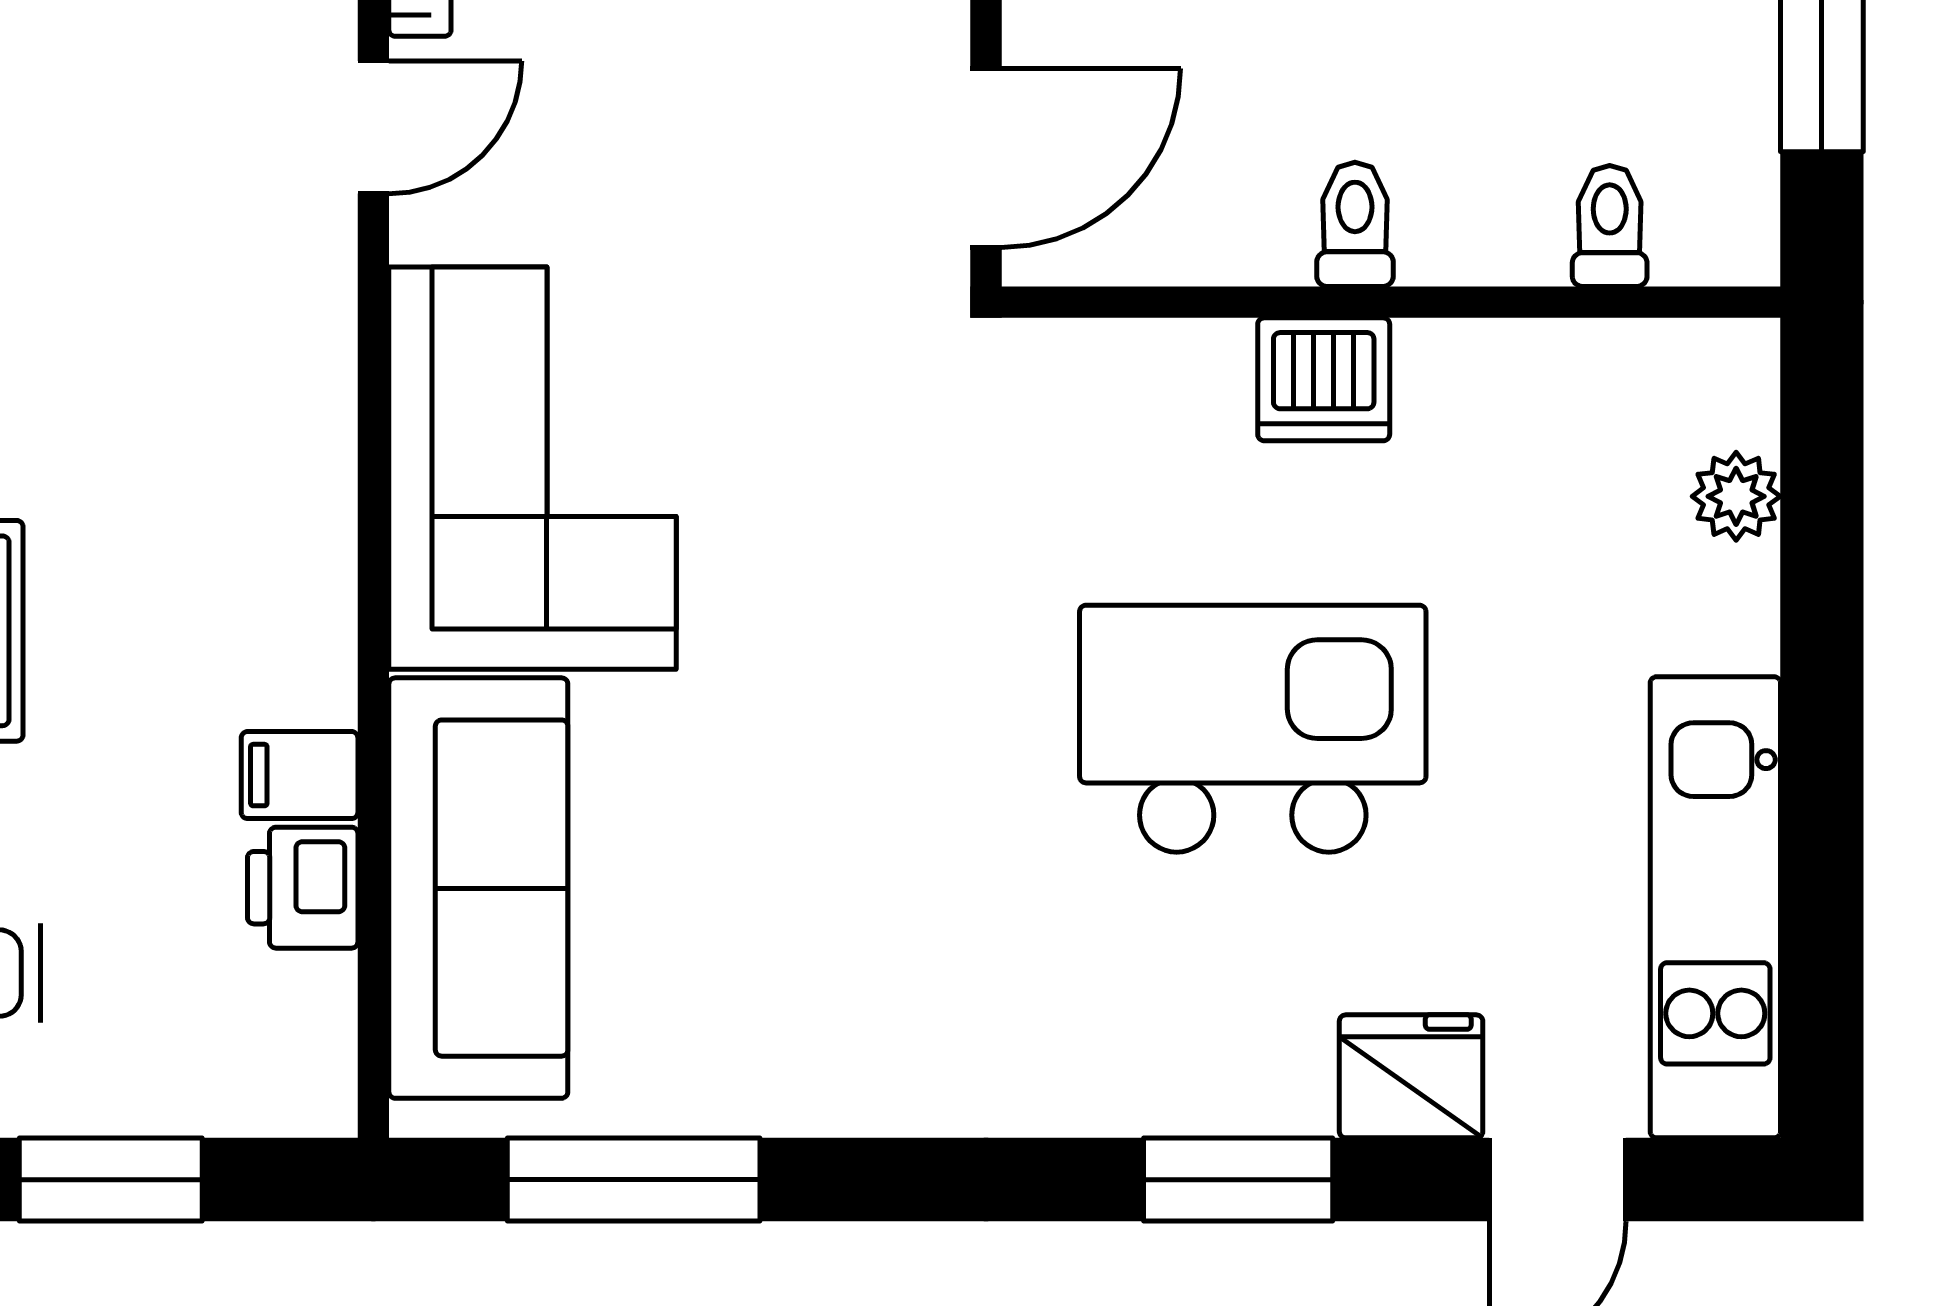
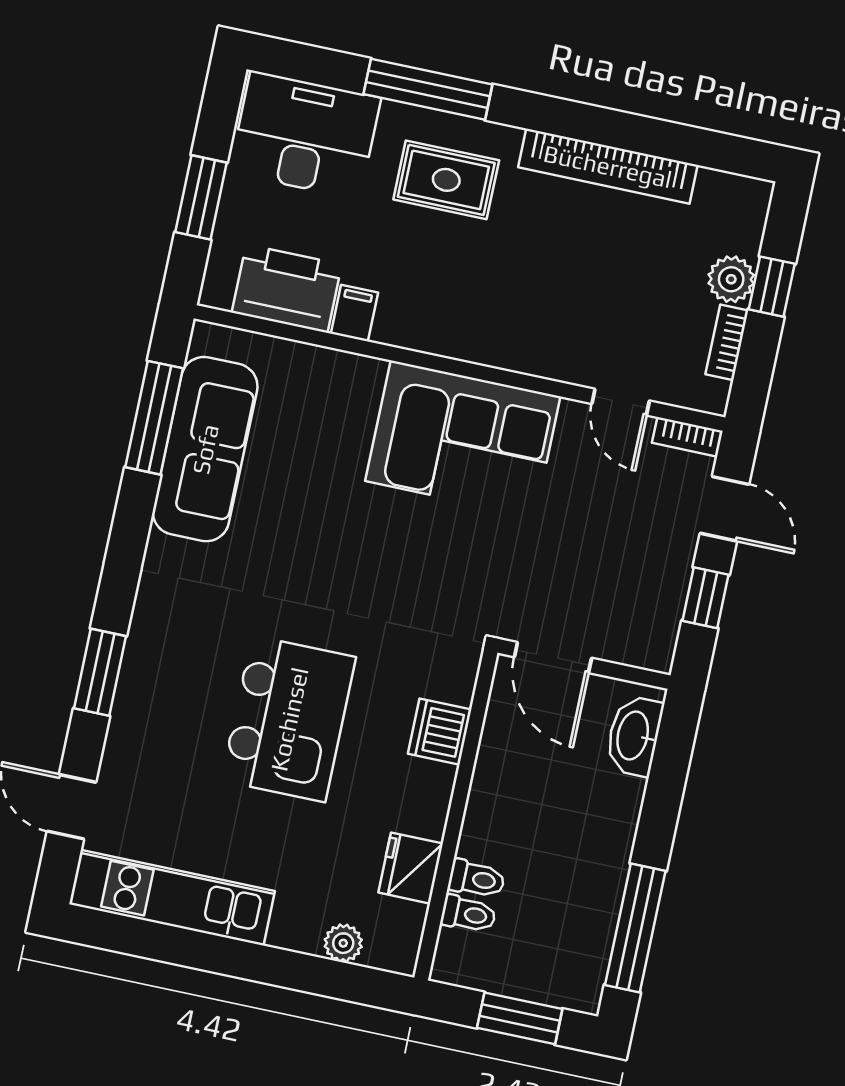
toilet: (1355, 224) -> (477, 879), moved
dishwasher: (1324, 379) -> (440, 732), moved
printer: (303, 888) -> (287, 288), width x1.87, depth x1.48
sofa: (478, 888) -> (205, 449), moved, turned -90
fridge: (1411, 1076) -> (411, 868), moved, turned 180

